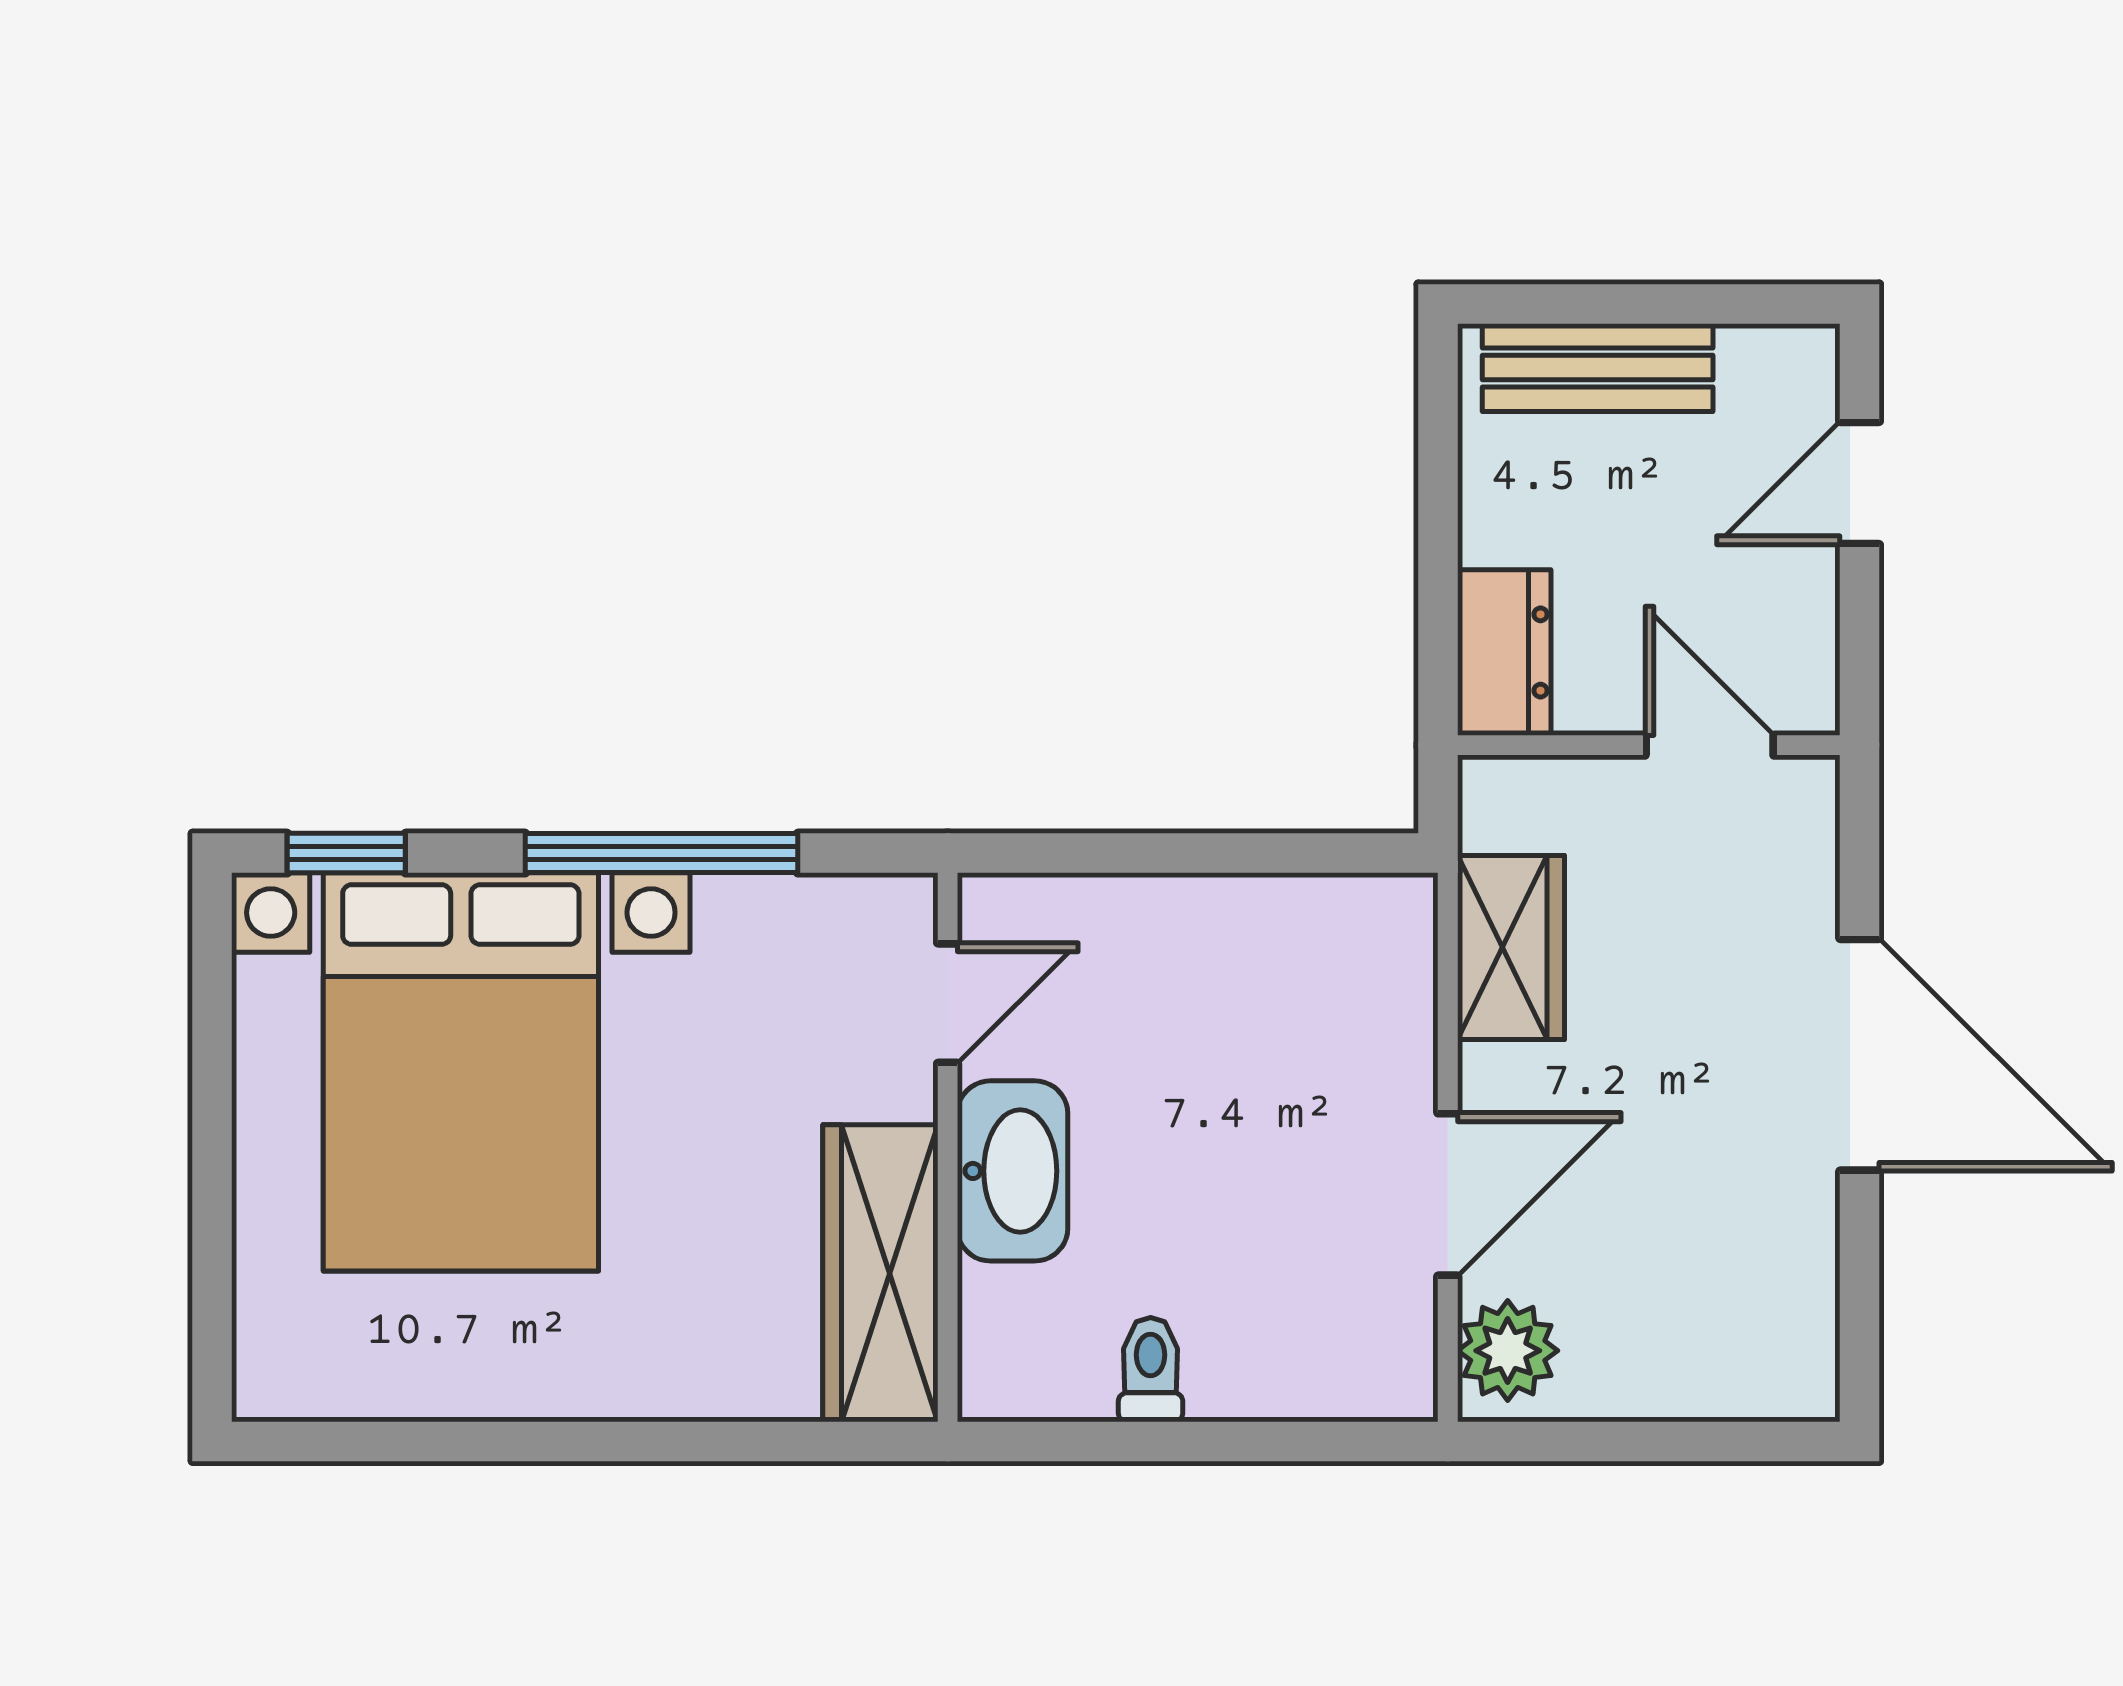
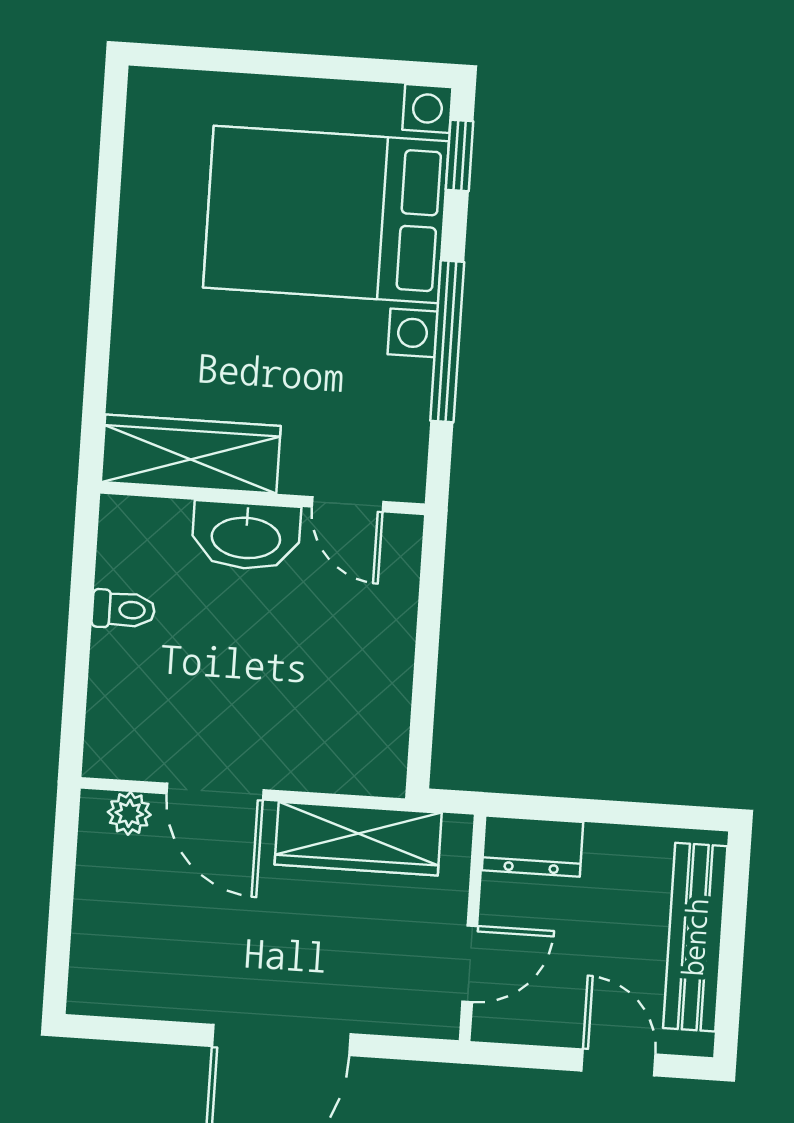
bench: (1598, 368) -> (695, 937), width x1.36
wardrobe: (1511, 948) -> (358, 839), width x1.50
plant: (1508, 1351) -> (129, 813), width x0.73, depth x0.73

